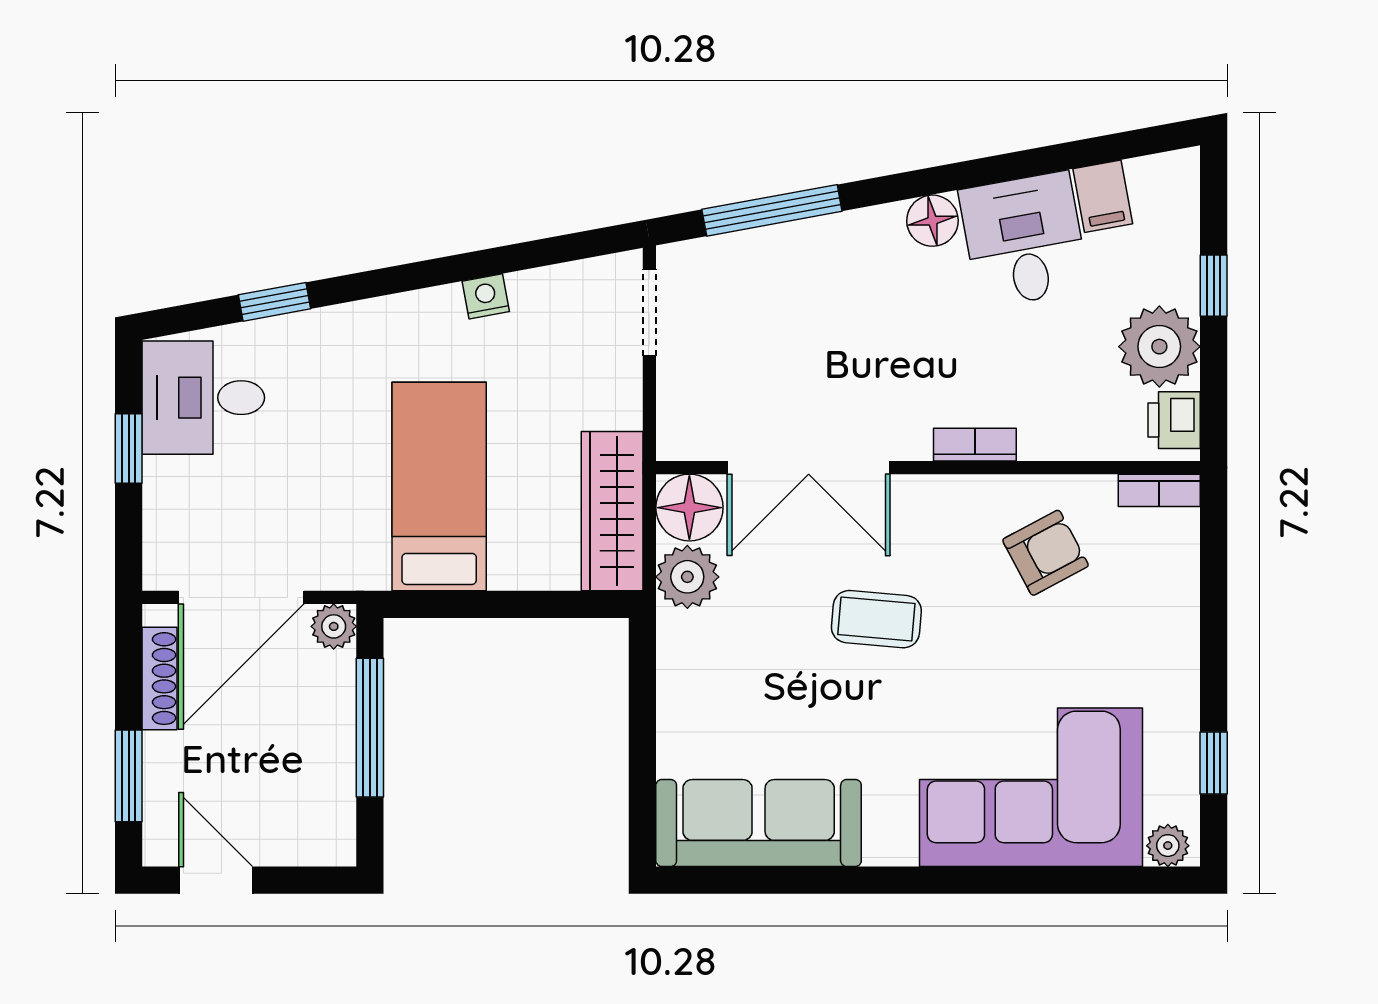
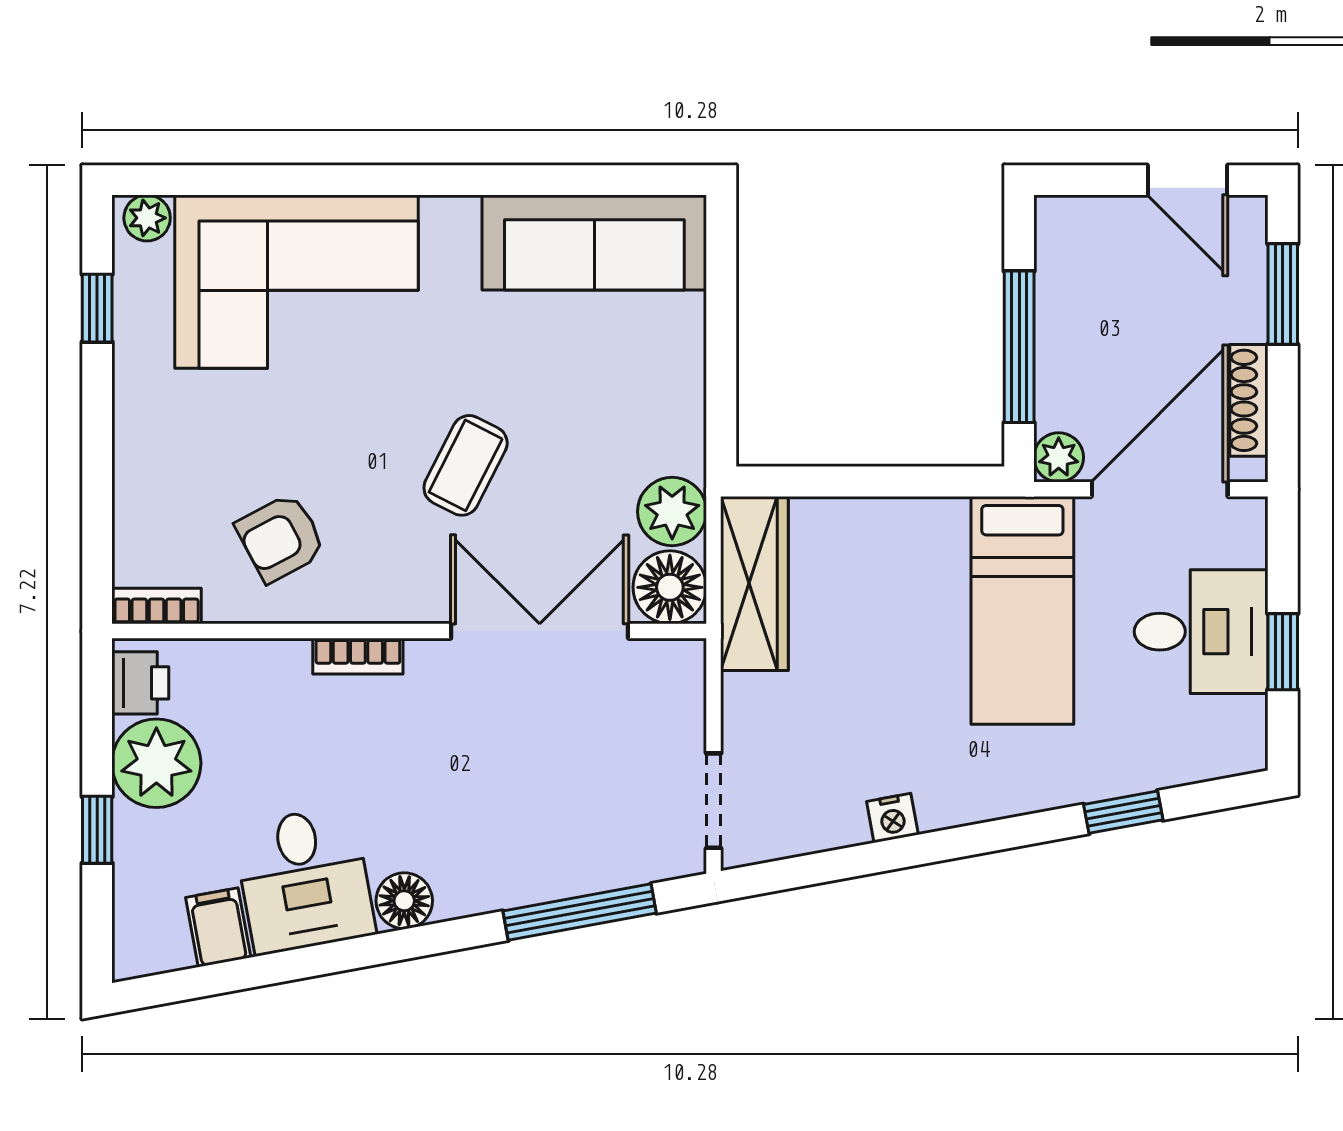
desk: (203, 398) -> (1201, 632), moved
bed: (439, 486) -> (1022, 610), moved
coffee table: (876, 619) -> (466, 465), turned -68

